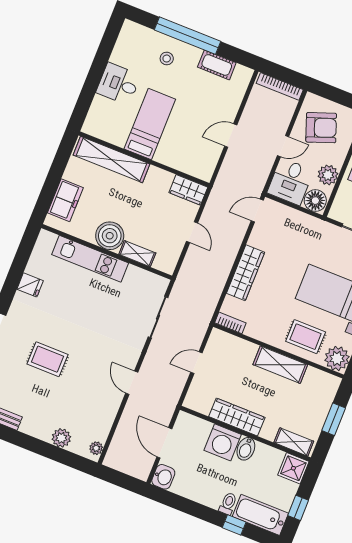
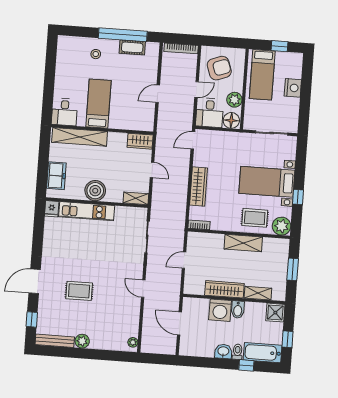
window: (188, 36) -> (123, 35), moved
desk: (118, 84) -> (64, 112), moved, turned -90
shelving: (137, 254) -> (136, 198), moved
fridge: (30, 285) -> (52, 209), moved, turned 90
plant: (61, 438) -> (82, 341), moved
shelving: (294, 442) -> (258, 293), moved
washbasin: (163, 477) -> (223, 351), moved, turned -90

